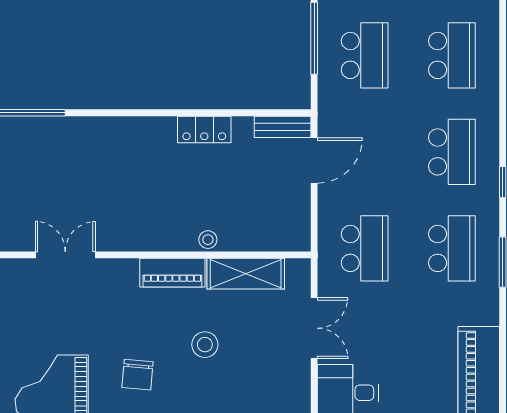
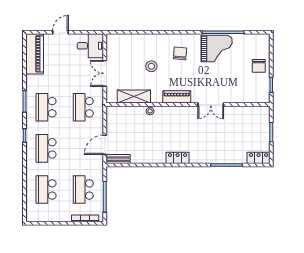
locker: (204, 129) -> (178, 158), moved
piano: (172, 273) -> (177, 97), moved

